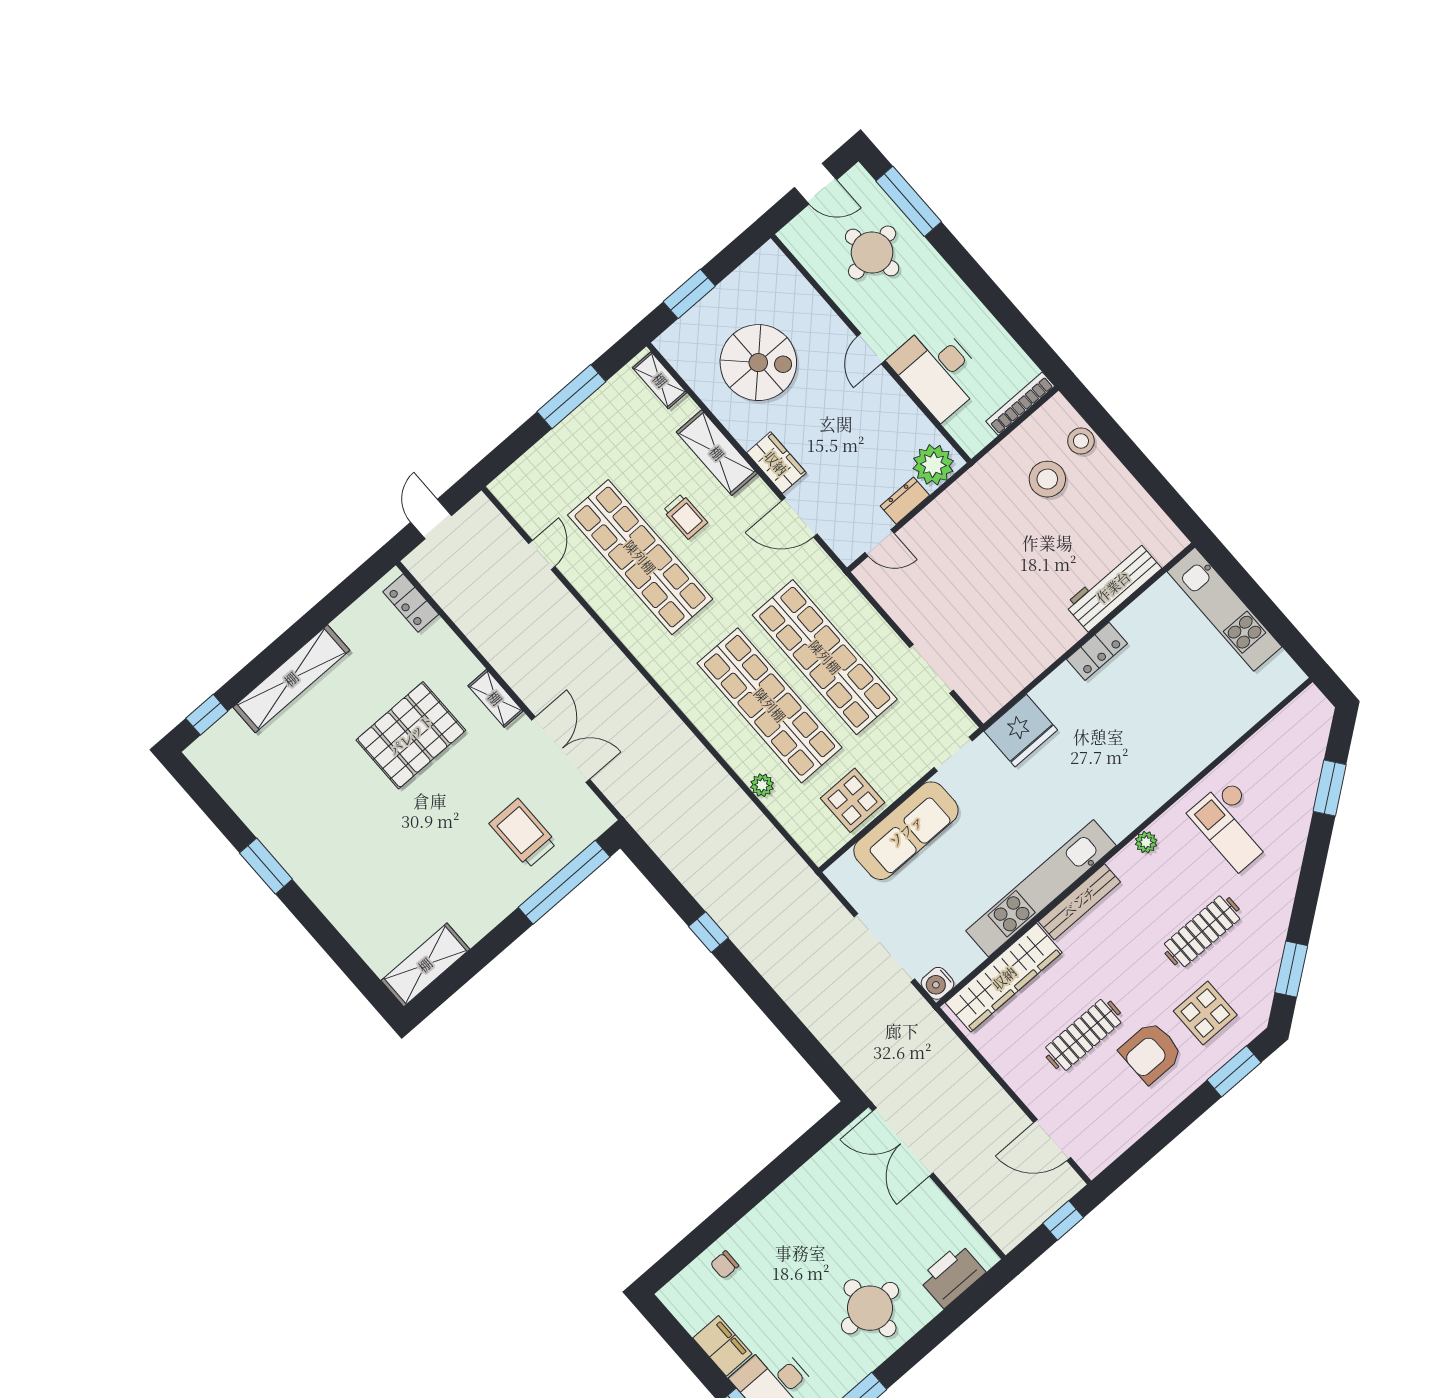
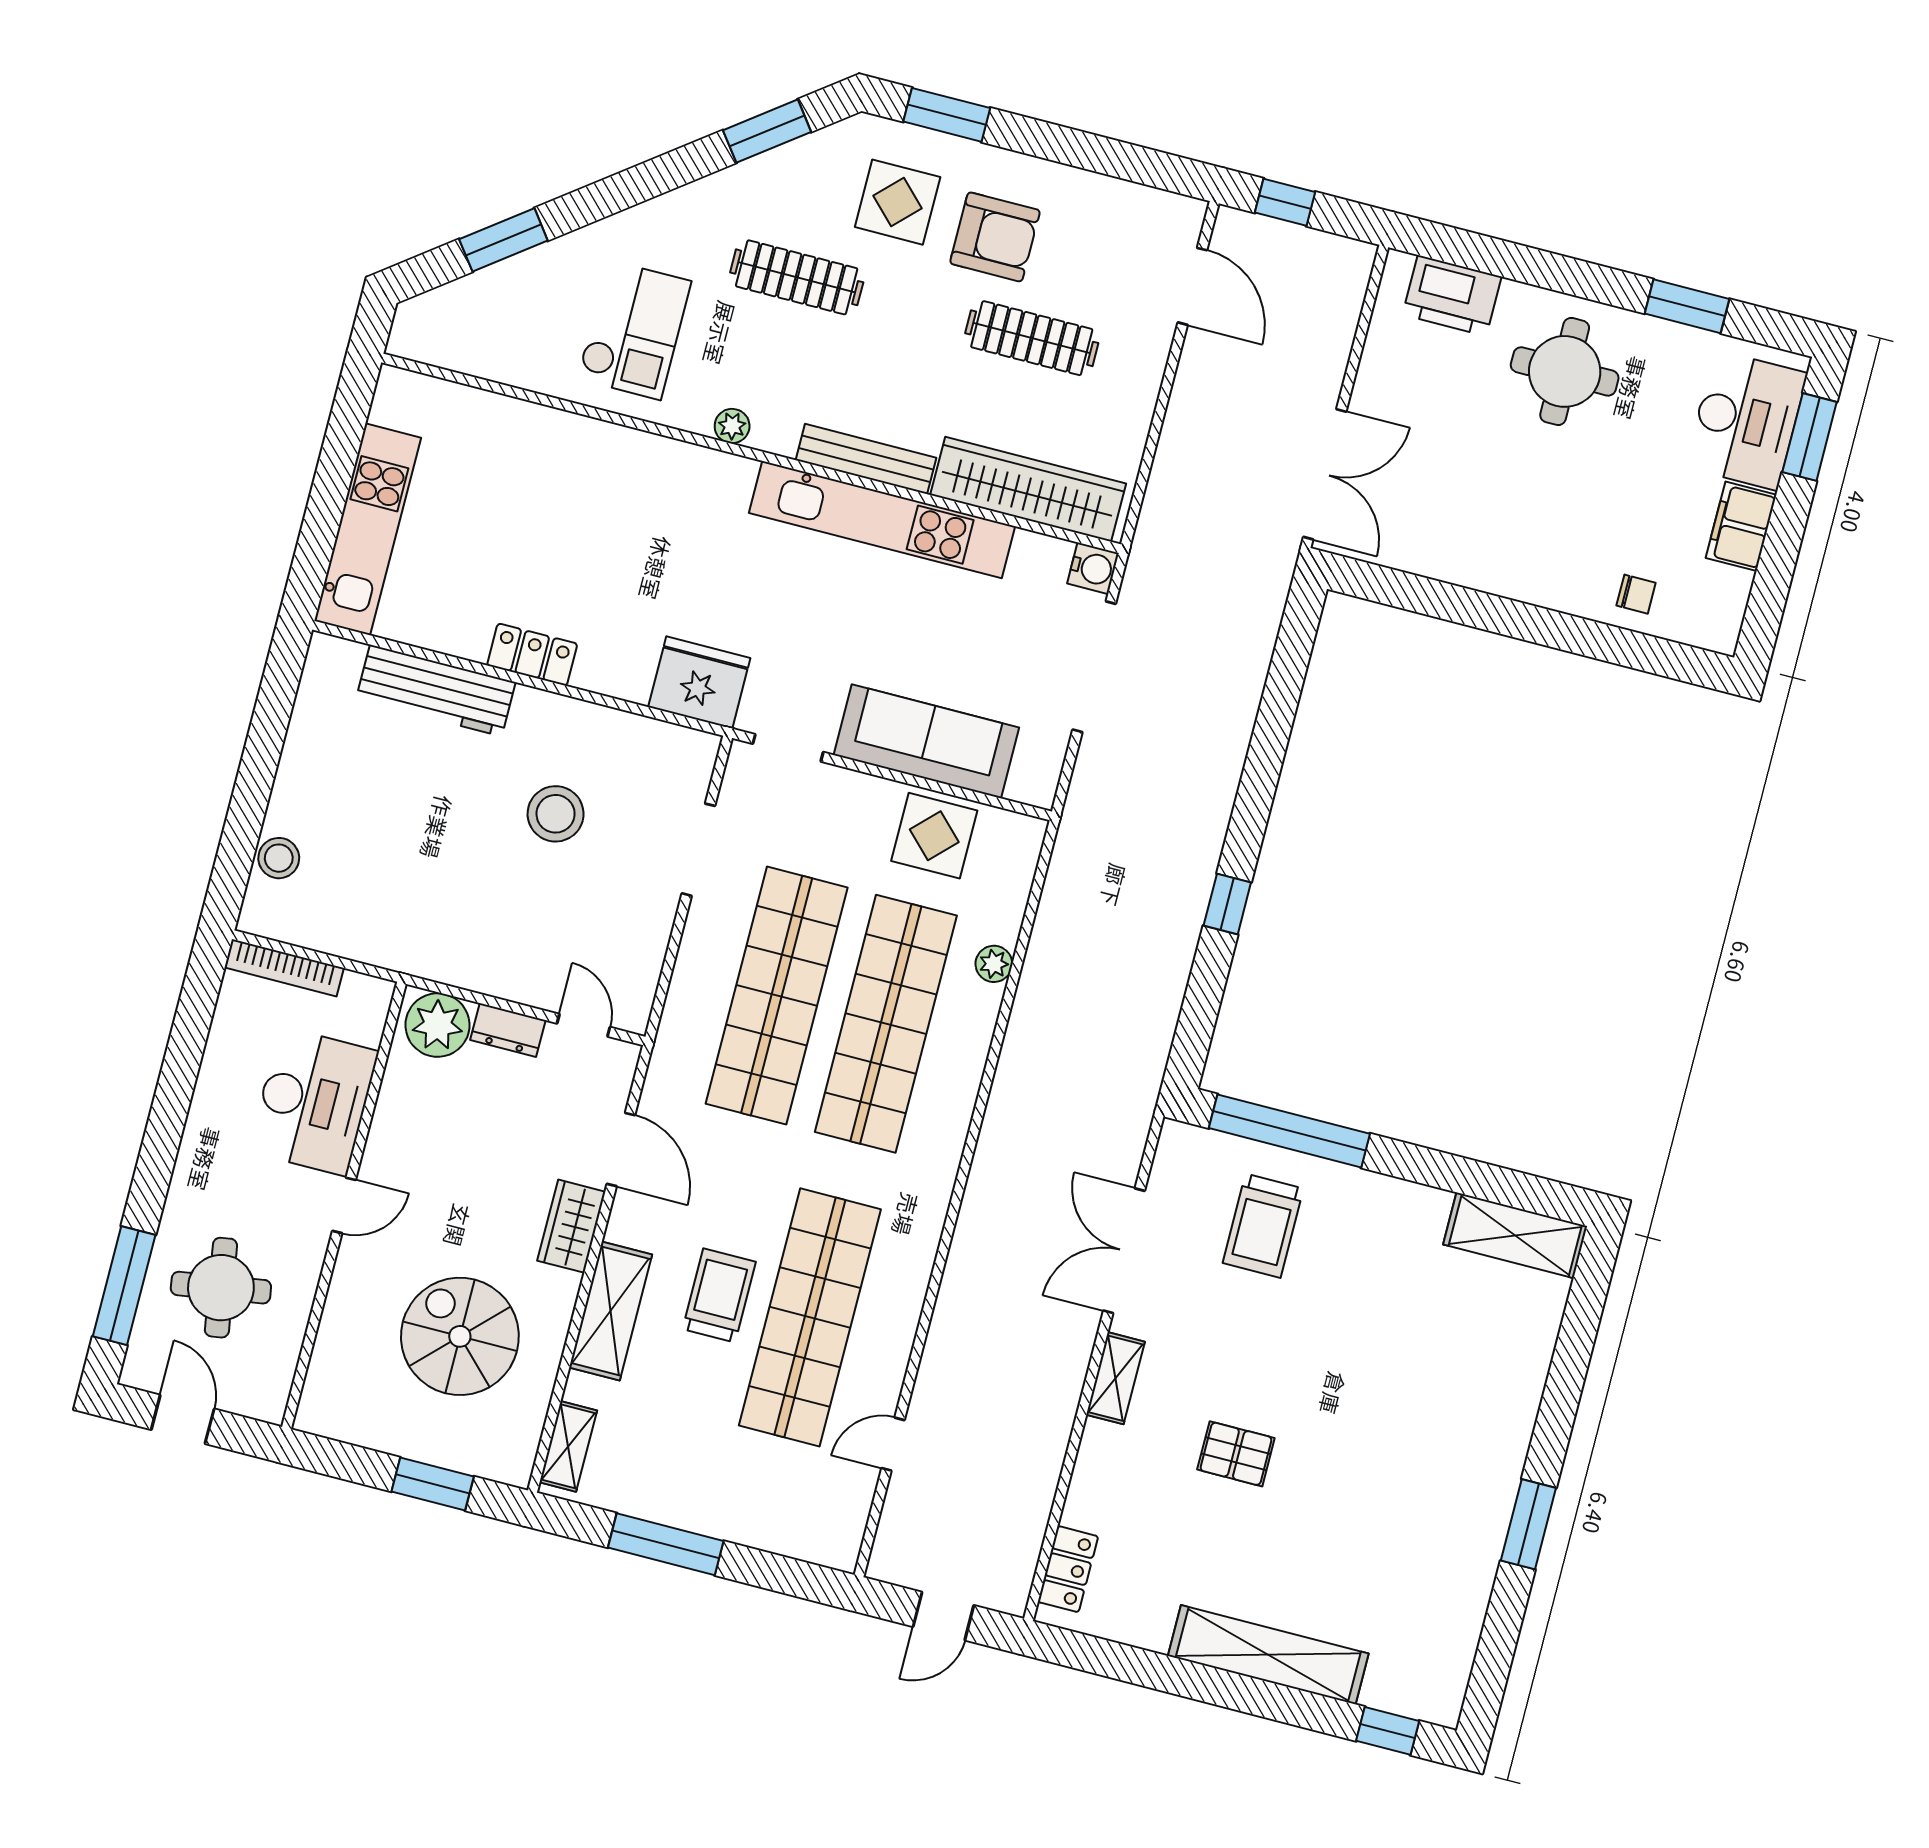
stool: (1047, 479) -> (556, 814), moved
trolley: (685, 516) -> (719, 1295), width x1.36, depth x1.39
pallet: (411, 735) -> (1236, 1454), width x0.49, depth x0.50

